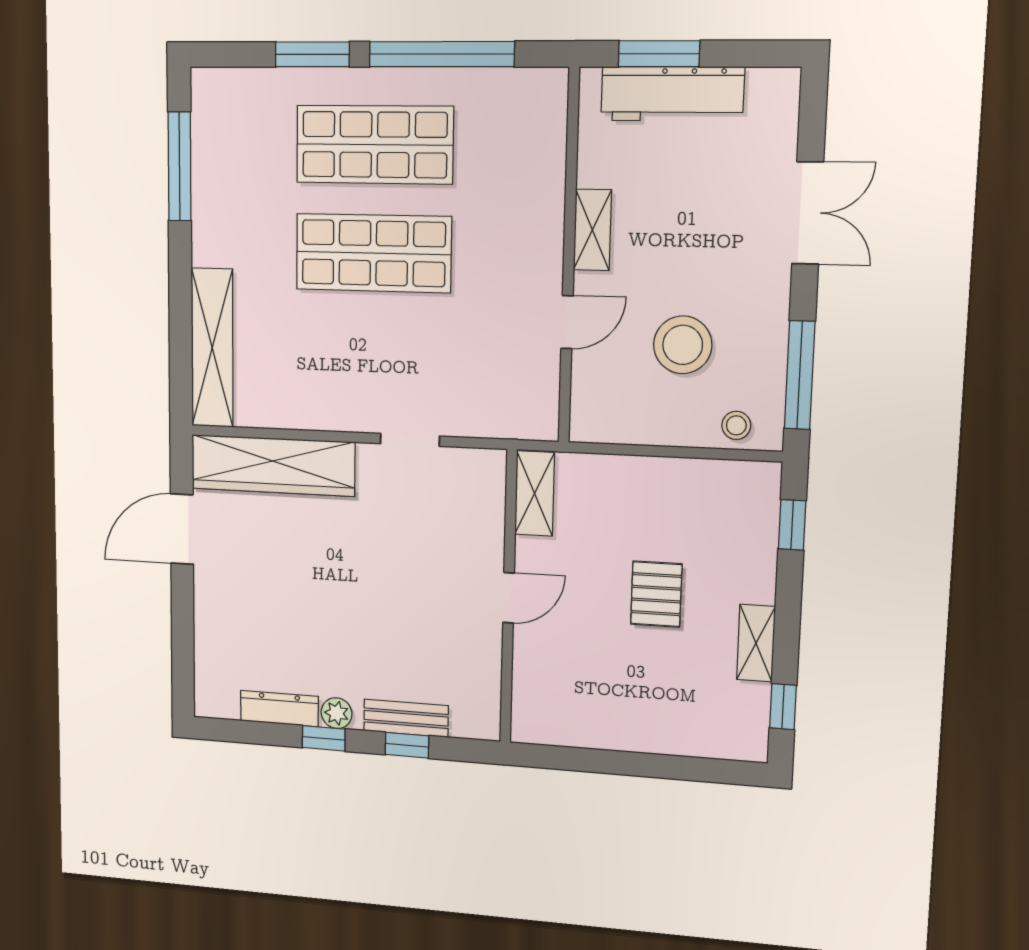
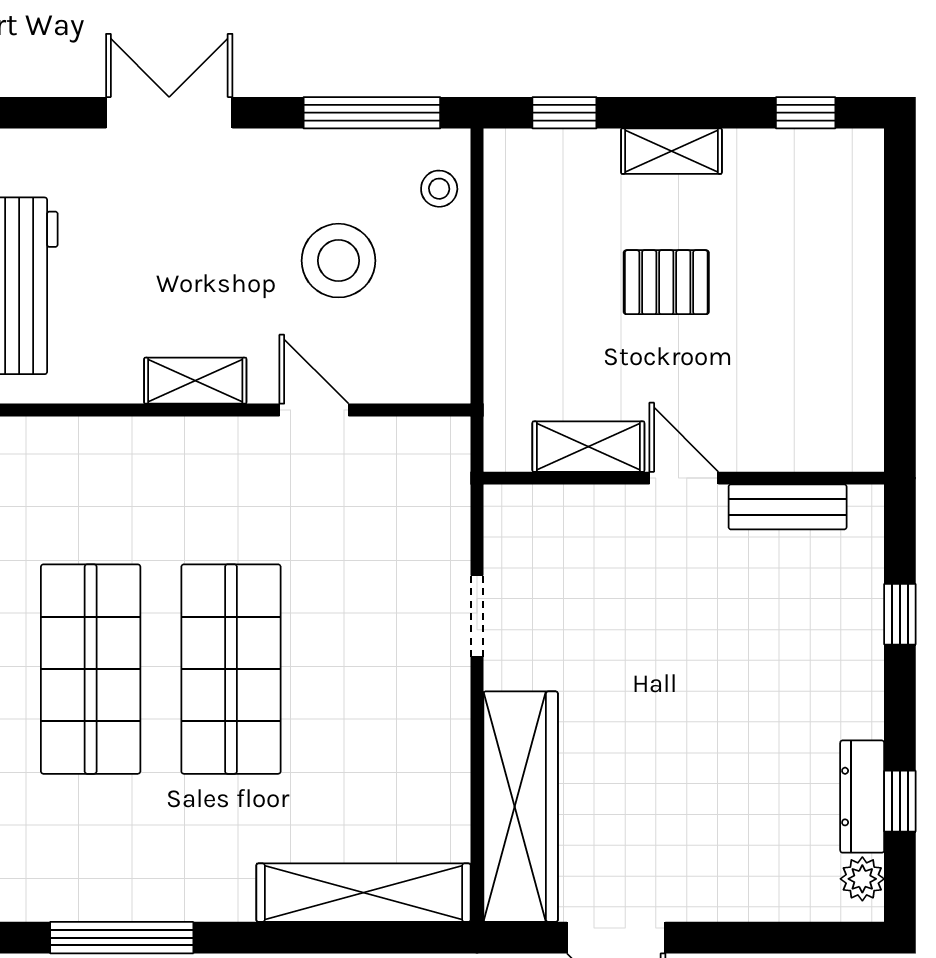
shelving: (535, 493) -> (588, 447), moved
shelving: (756, 643) -> (671, 151), moved
plant: (337, 713) -> (862, 879), moved
bench: (406, 718) -> (788, 507), moved, turned 90
window: (324, 738) -> (900, 801), moved

